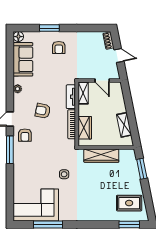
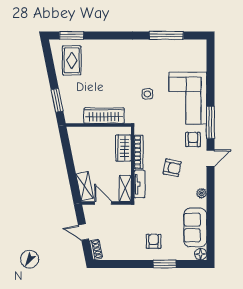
shelving: (124, 125) -> (85, 186), moved
rug: (129, 203) -> (72, 60), turned 90
corner sofa: (36, 205) -> (188, 98), moved, turned 90

